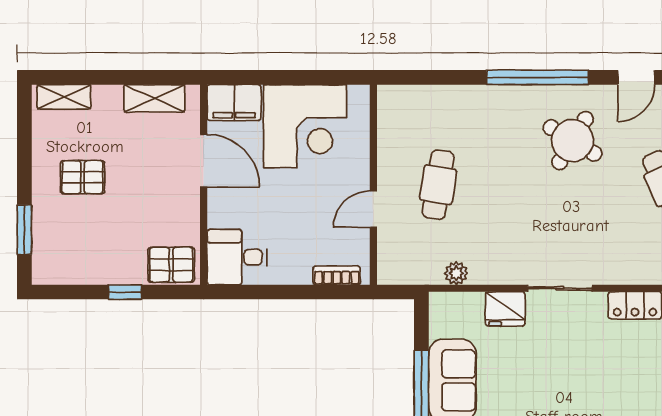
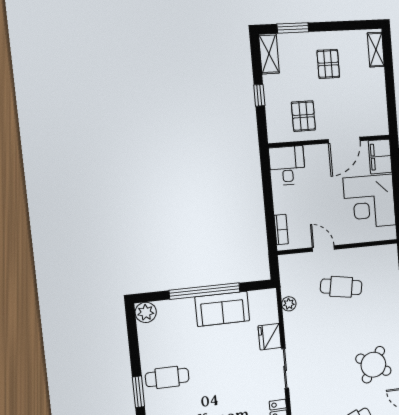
shelving: (154, 98) -> (269, 54), moved
pallet: (171, 265) -> (303, 116), moved

